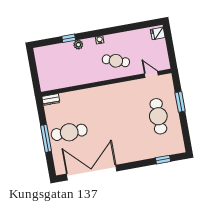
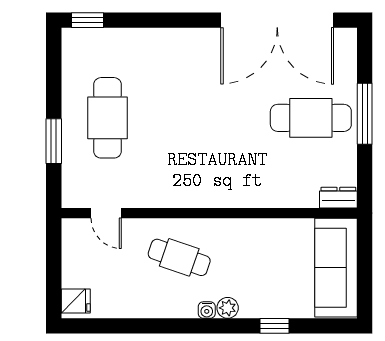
plant: (78, 45) -> (228, 308), moved
sofa: (46, 69) -> (336, 268), added
window: (163, 160) -> (88, 20), moved

